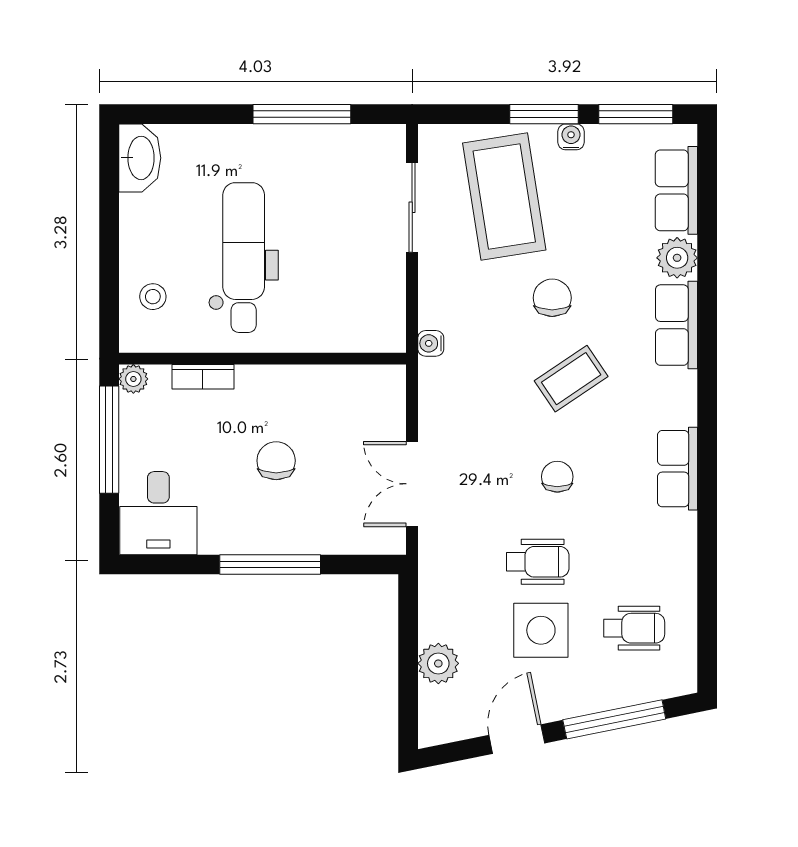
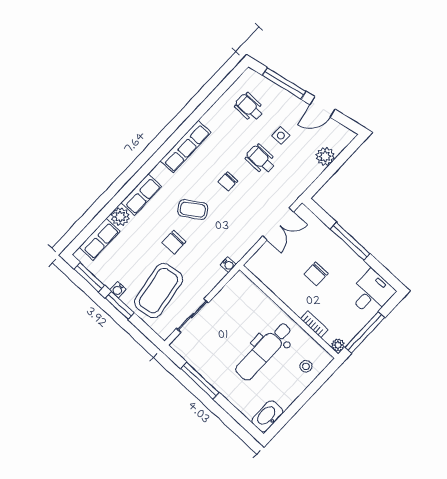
row of seats: (678, 469) -> (185, 147), width x1.48
side table: (541, 630) -> (281, 136), width x0.54, depth x0.54

